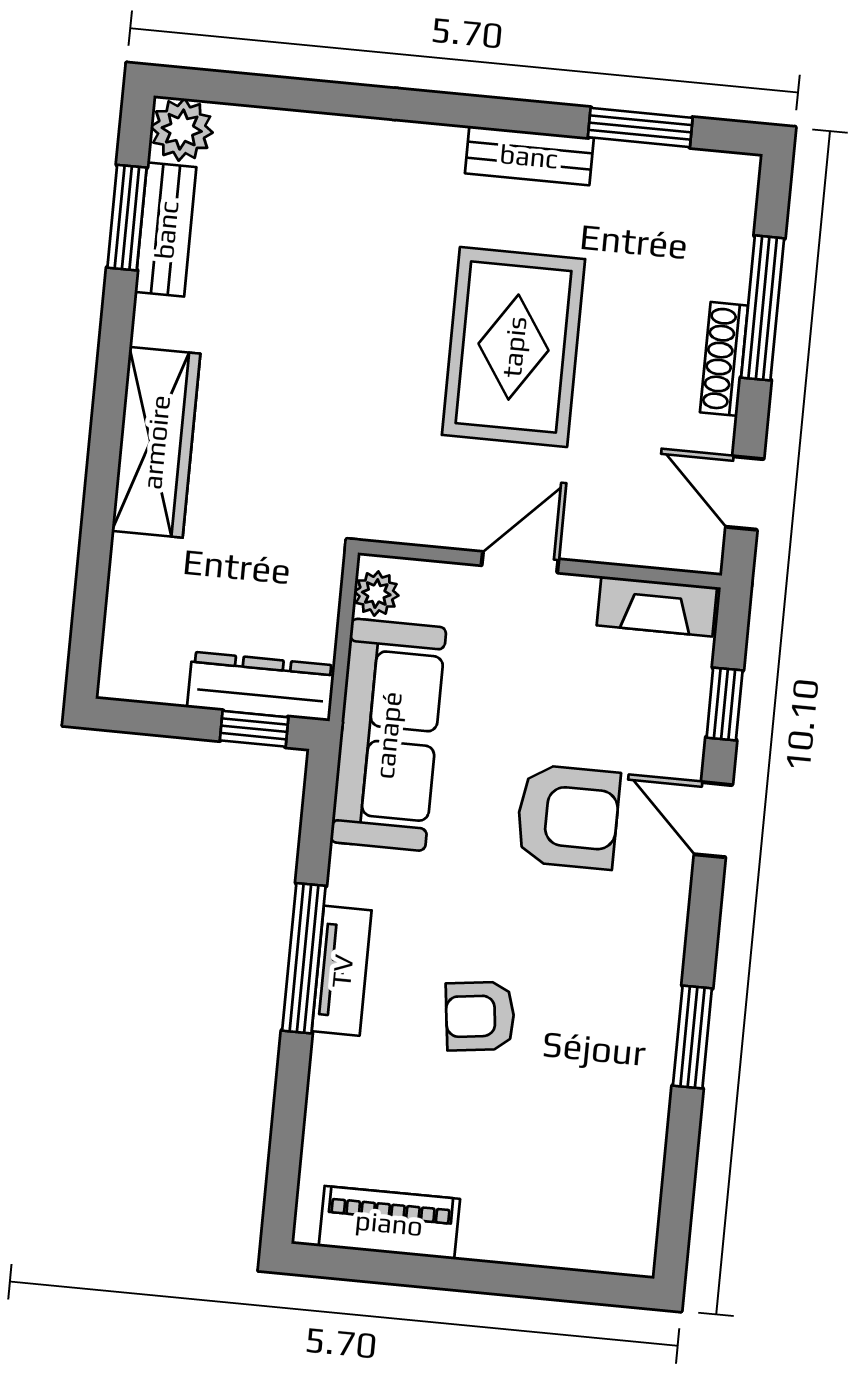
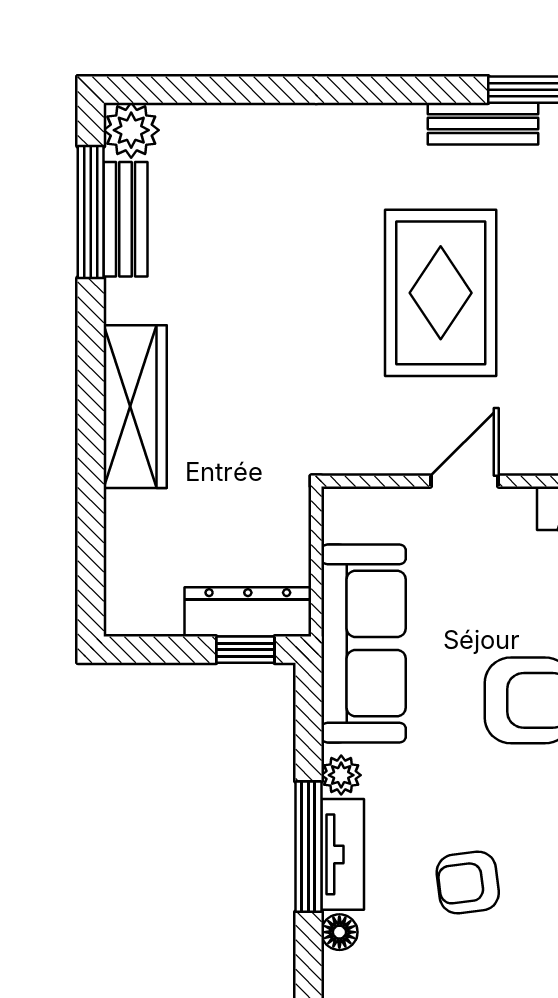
bench: (529, 156) -> (483, 124), moved
window: (127, 218) -> (91, 212), width x1.44
plant: (376, 594) -> (341, 775), moved
floor lamp: (330, 1058) -> (339, 932), added

